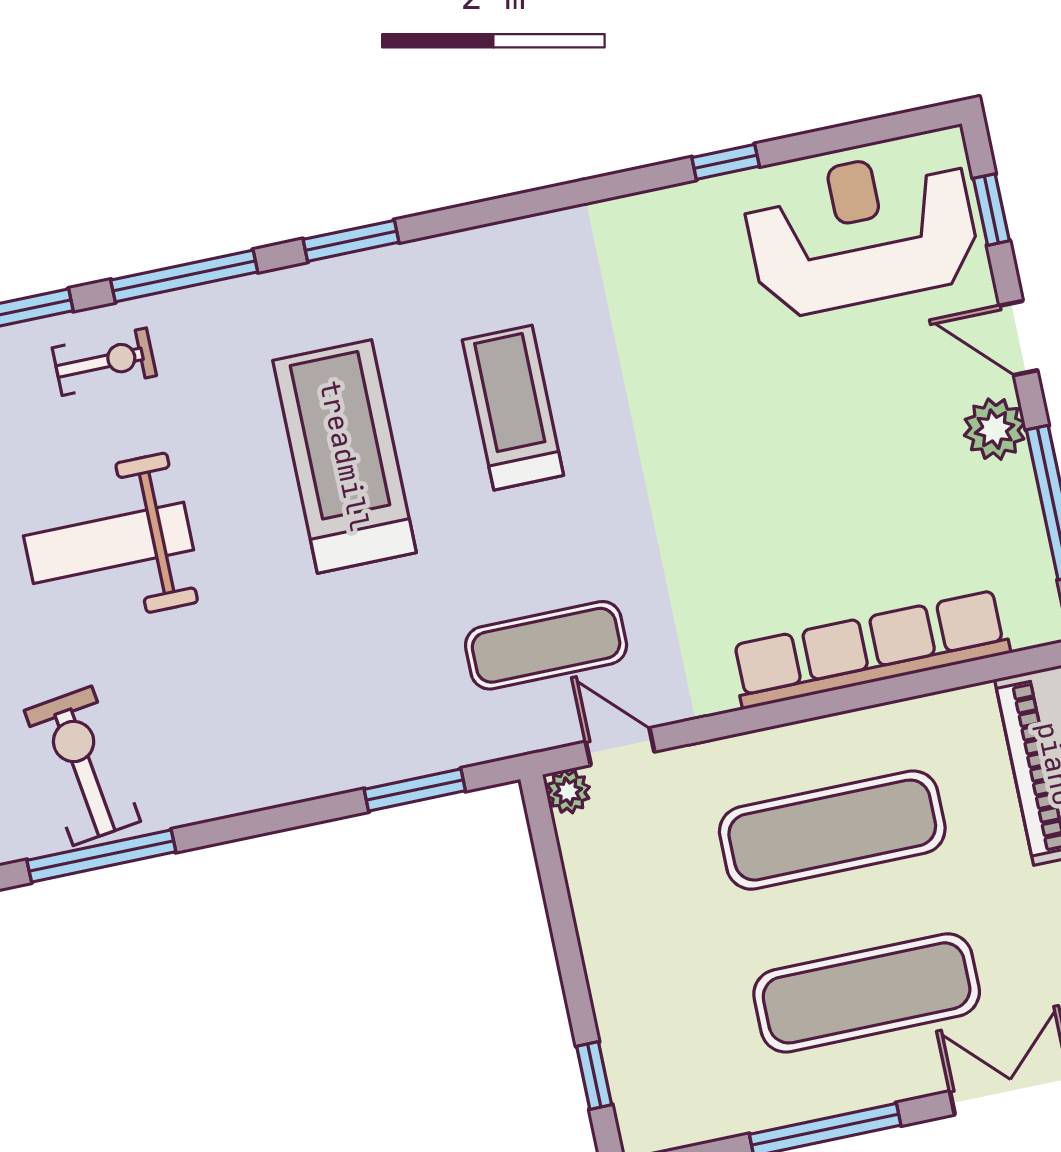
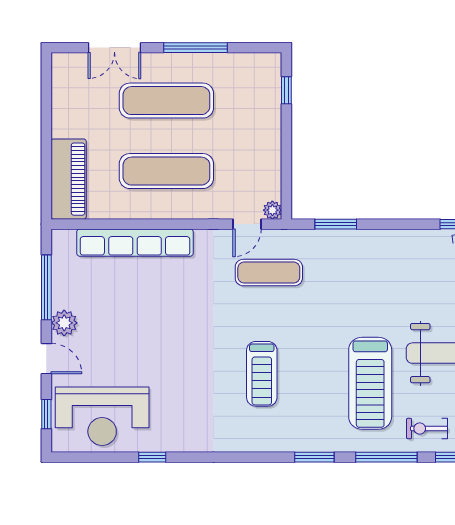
treadmill: (345, 456) -> (370, 383), moved
door: (620, 747) -> (247, 224), hinge flipped

